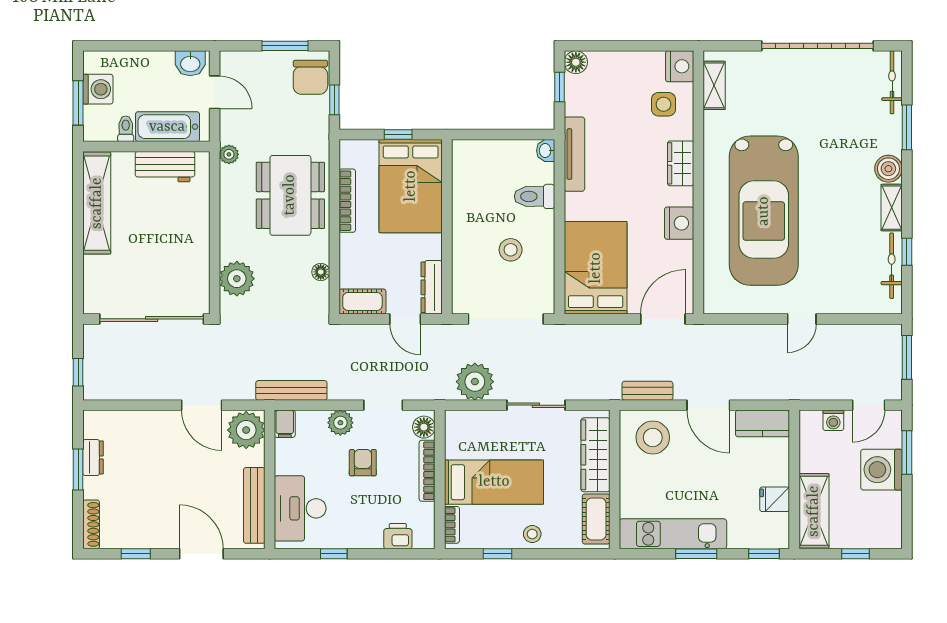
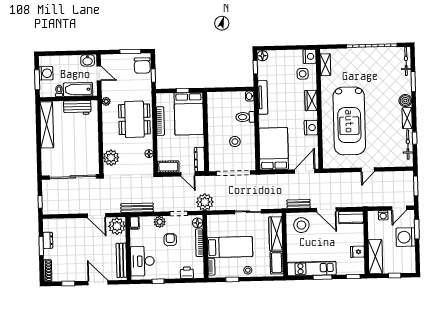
plant: (475, 382) -> (205, 202), moved

